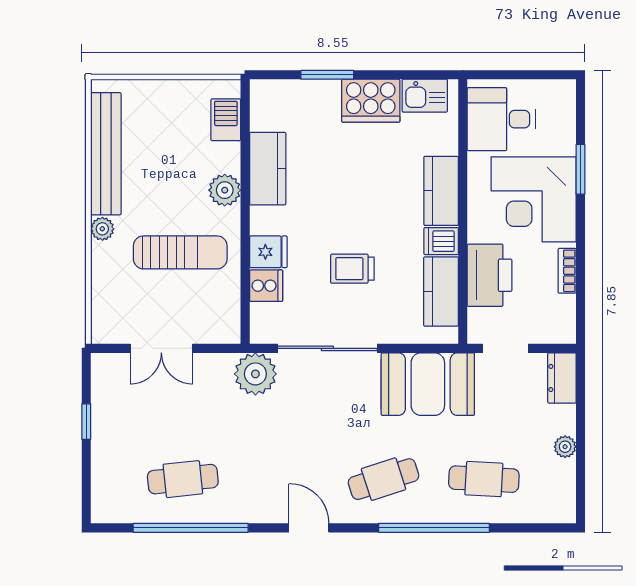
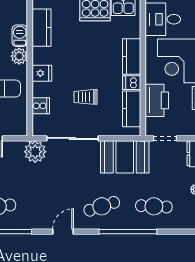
barbecue: (226, 120) -> (20, 36), moved
kitchen counter: (268, 169) -> (42, 28), moved
fridge: (268, 252) -> (42, 73), moved
door: (309, 528) -> (63, 232), hinge flipped

